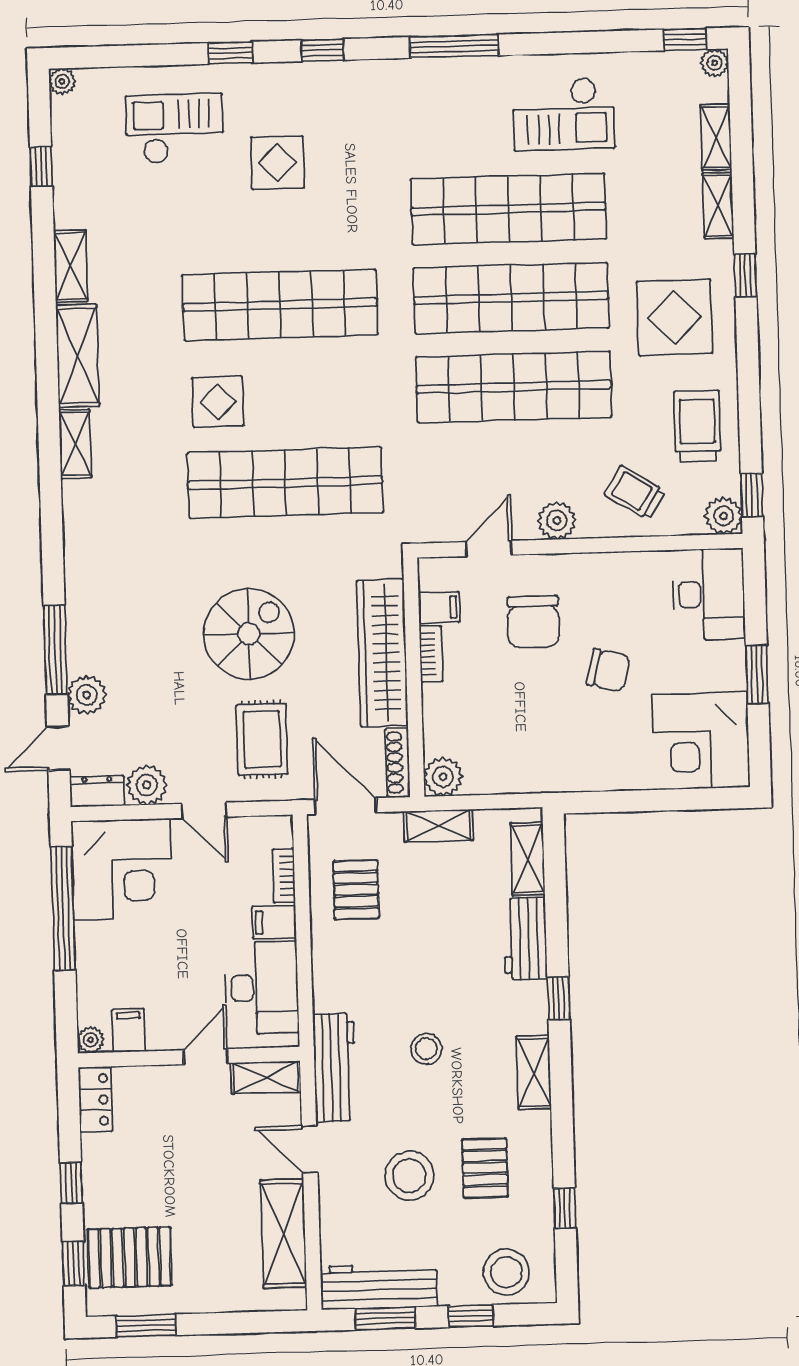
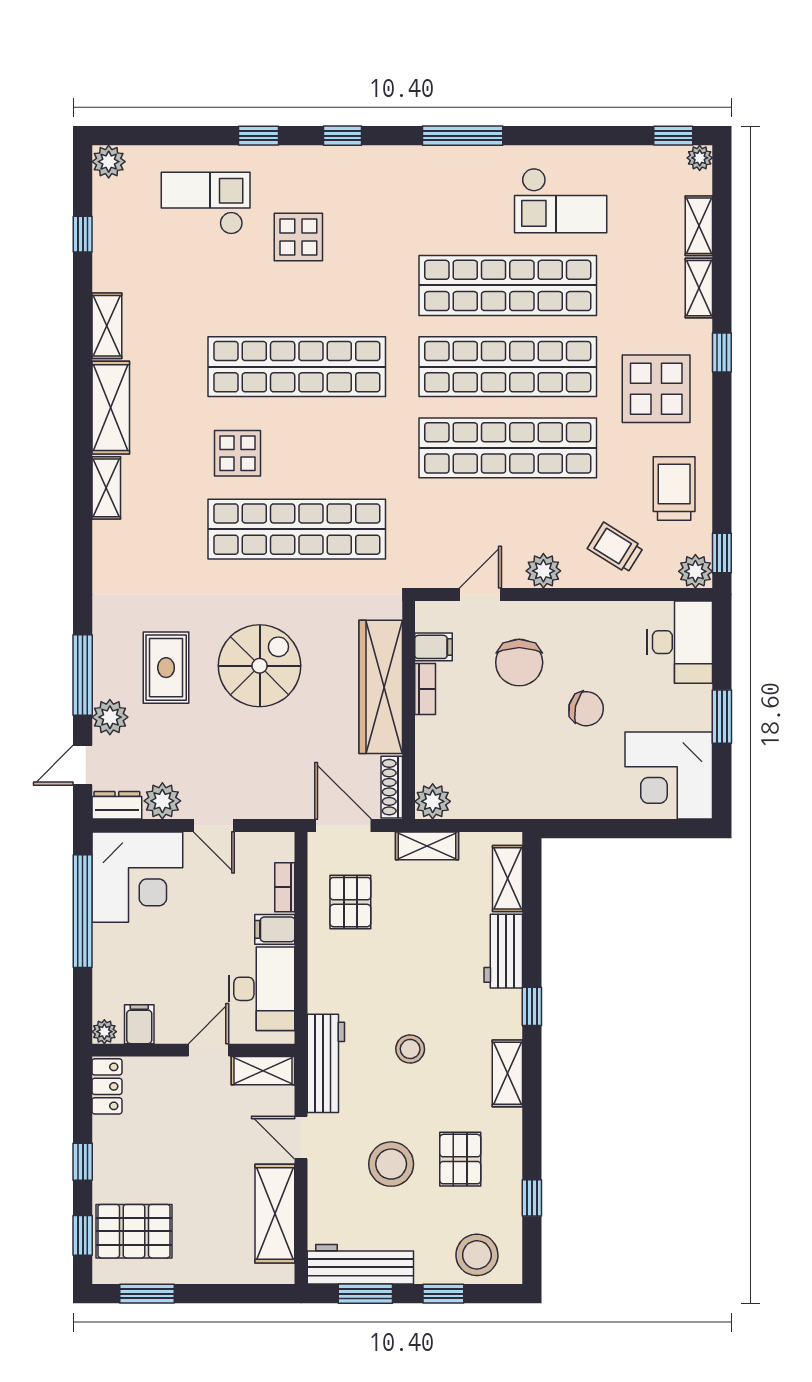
plant: (62, 81) -> (109, 162), width x1.38, depth x1.38
rug: (262, 739) -> (166, 668), moved

